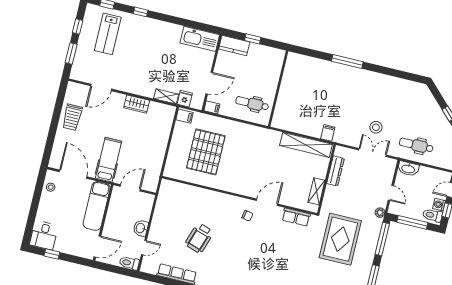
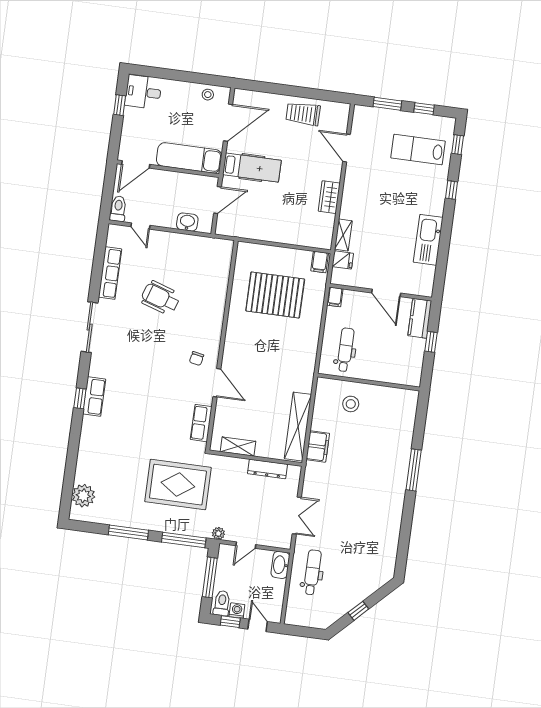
kitchen sink: (200, 39) -> (428, 240), moved
door: (209, 83) -> (386, 293), moved
stool: (376, 127) -> (351, 404), moved
filing cabinet: (328, 133) -> (318, 446), width x2.00
door: (130, 188) -> (217, 200), hinge flipped
washbasin: (141, 228) -> (187, 222), moved
door: (97, 246) -> (136, 164), hinge flipped

